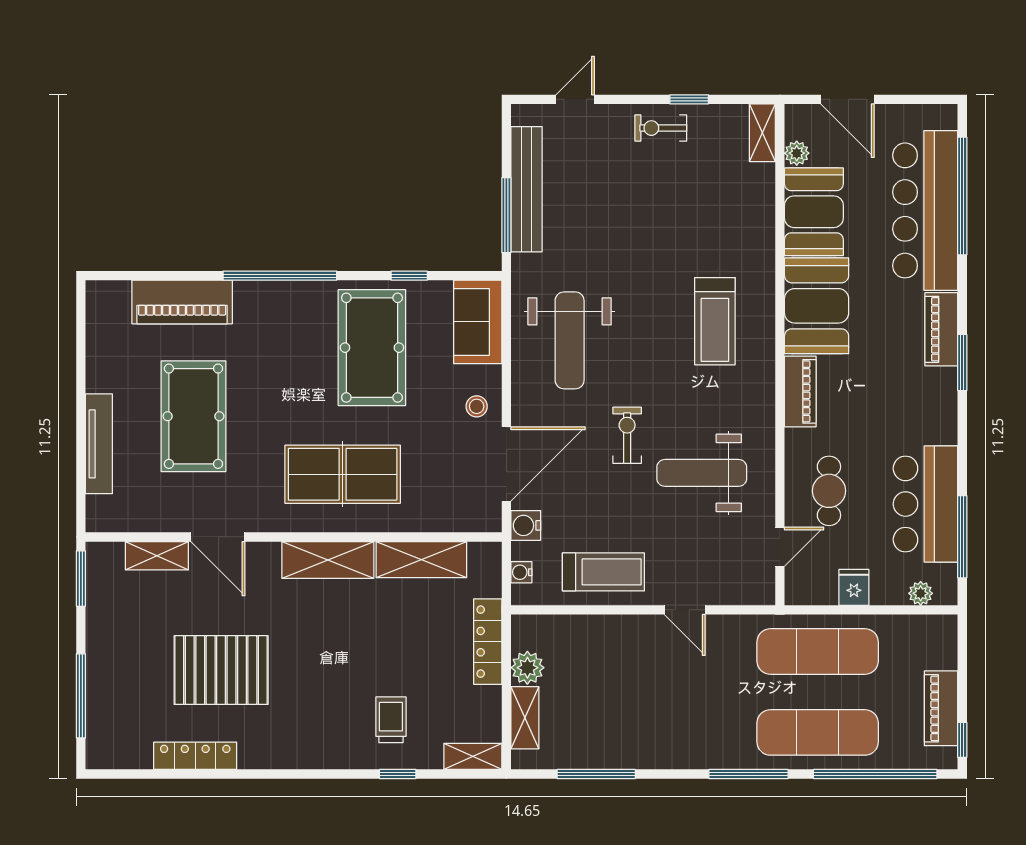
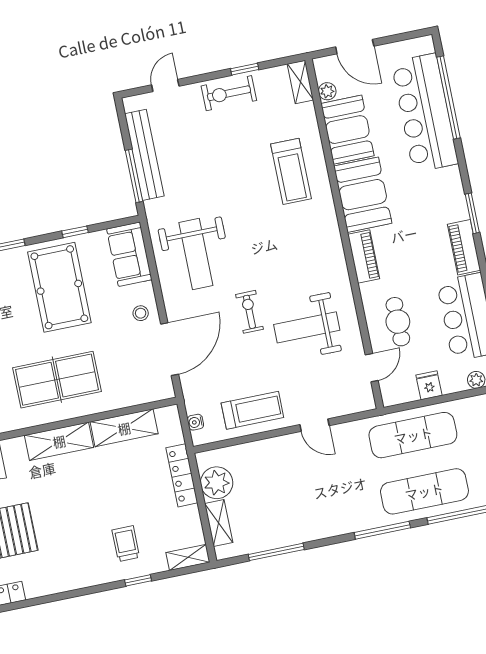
exercise bike: (661, 128) -> (229, 93), width x1.38, depth x1.39
treadmill: (715, 321) -> (291, 171), moved
piano: (941, 329) -> (464, 247), moved
water cooler: (526, 525) -> (192, 389), removed
plant: (527, 668) -> (217, 483), width x1.36, depth x1.36

